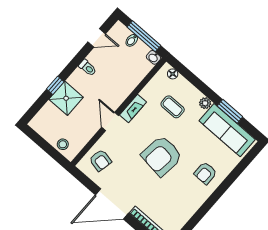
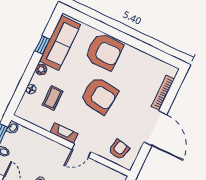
floor lamp: (173, 74) -> (31, 89), moved
window: (230, 111) -> (42, 45), width x0.67
armchair: (205, 173) -> (104, 52), width x1.88, depth x1.88

